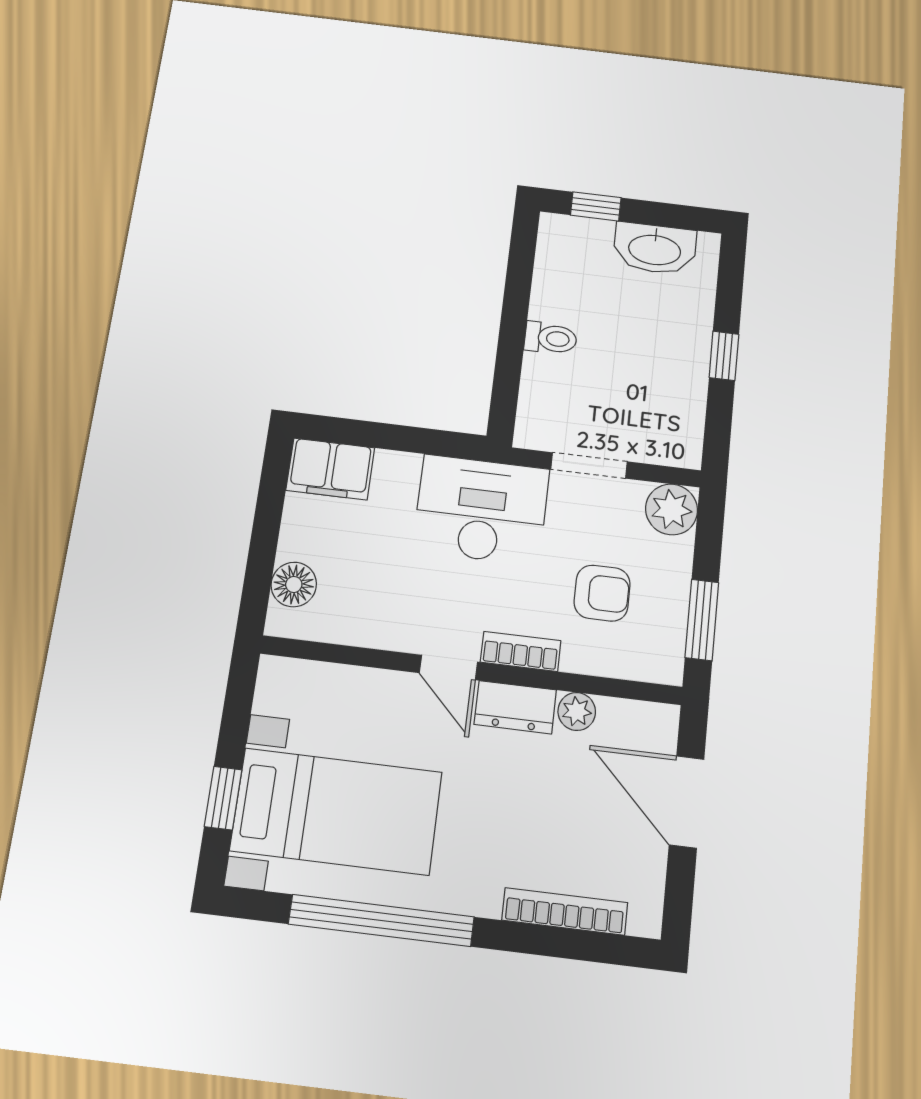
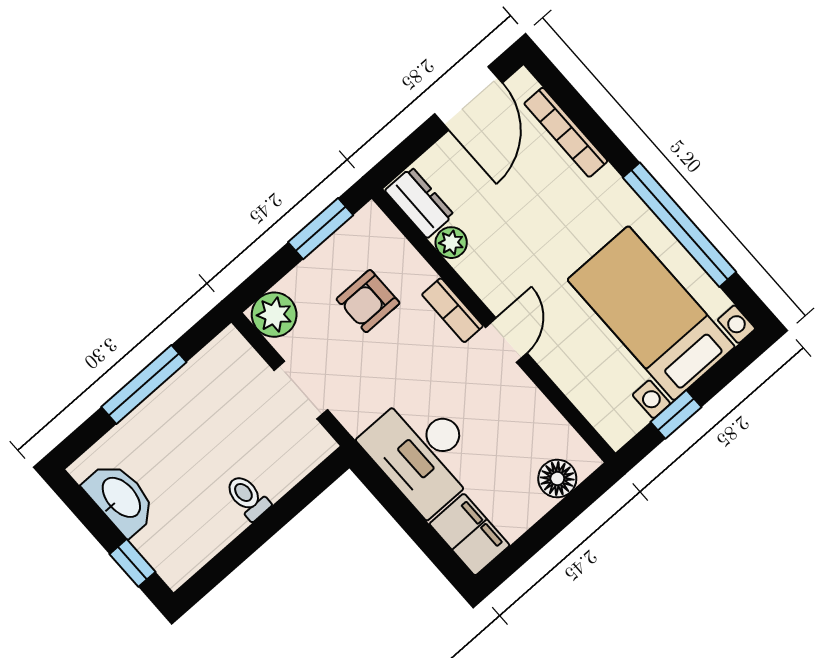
window: (724, 356) -> (144, 384), width x2.17
desk: (481, 510) -> (423, 452), moved
armchair: (602, 593) -> (368, 301), turned -90
dresser: (515, 707) -> (419, 203), moved
window: (223, 798) -> (676, 414), moved
door: (687, 802) -> (468, 98), moved

